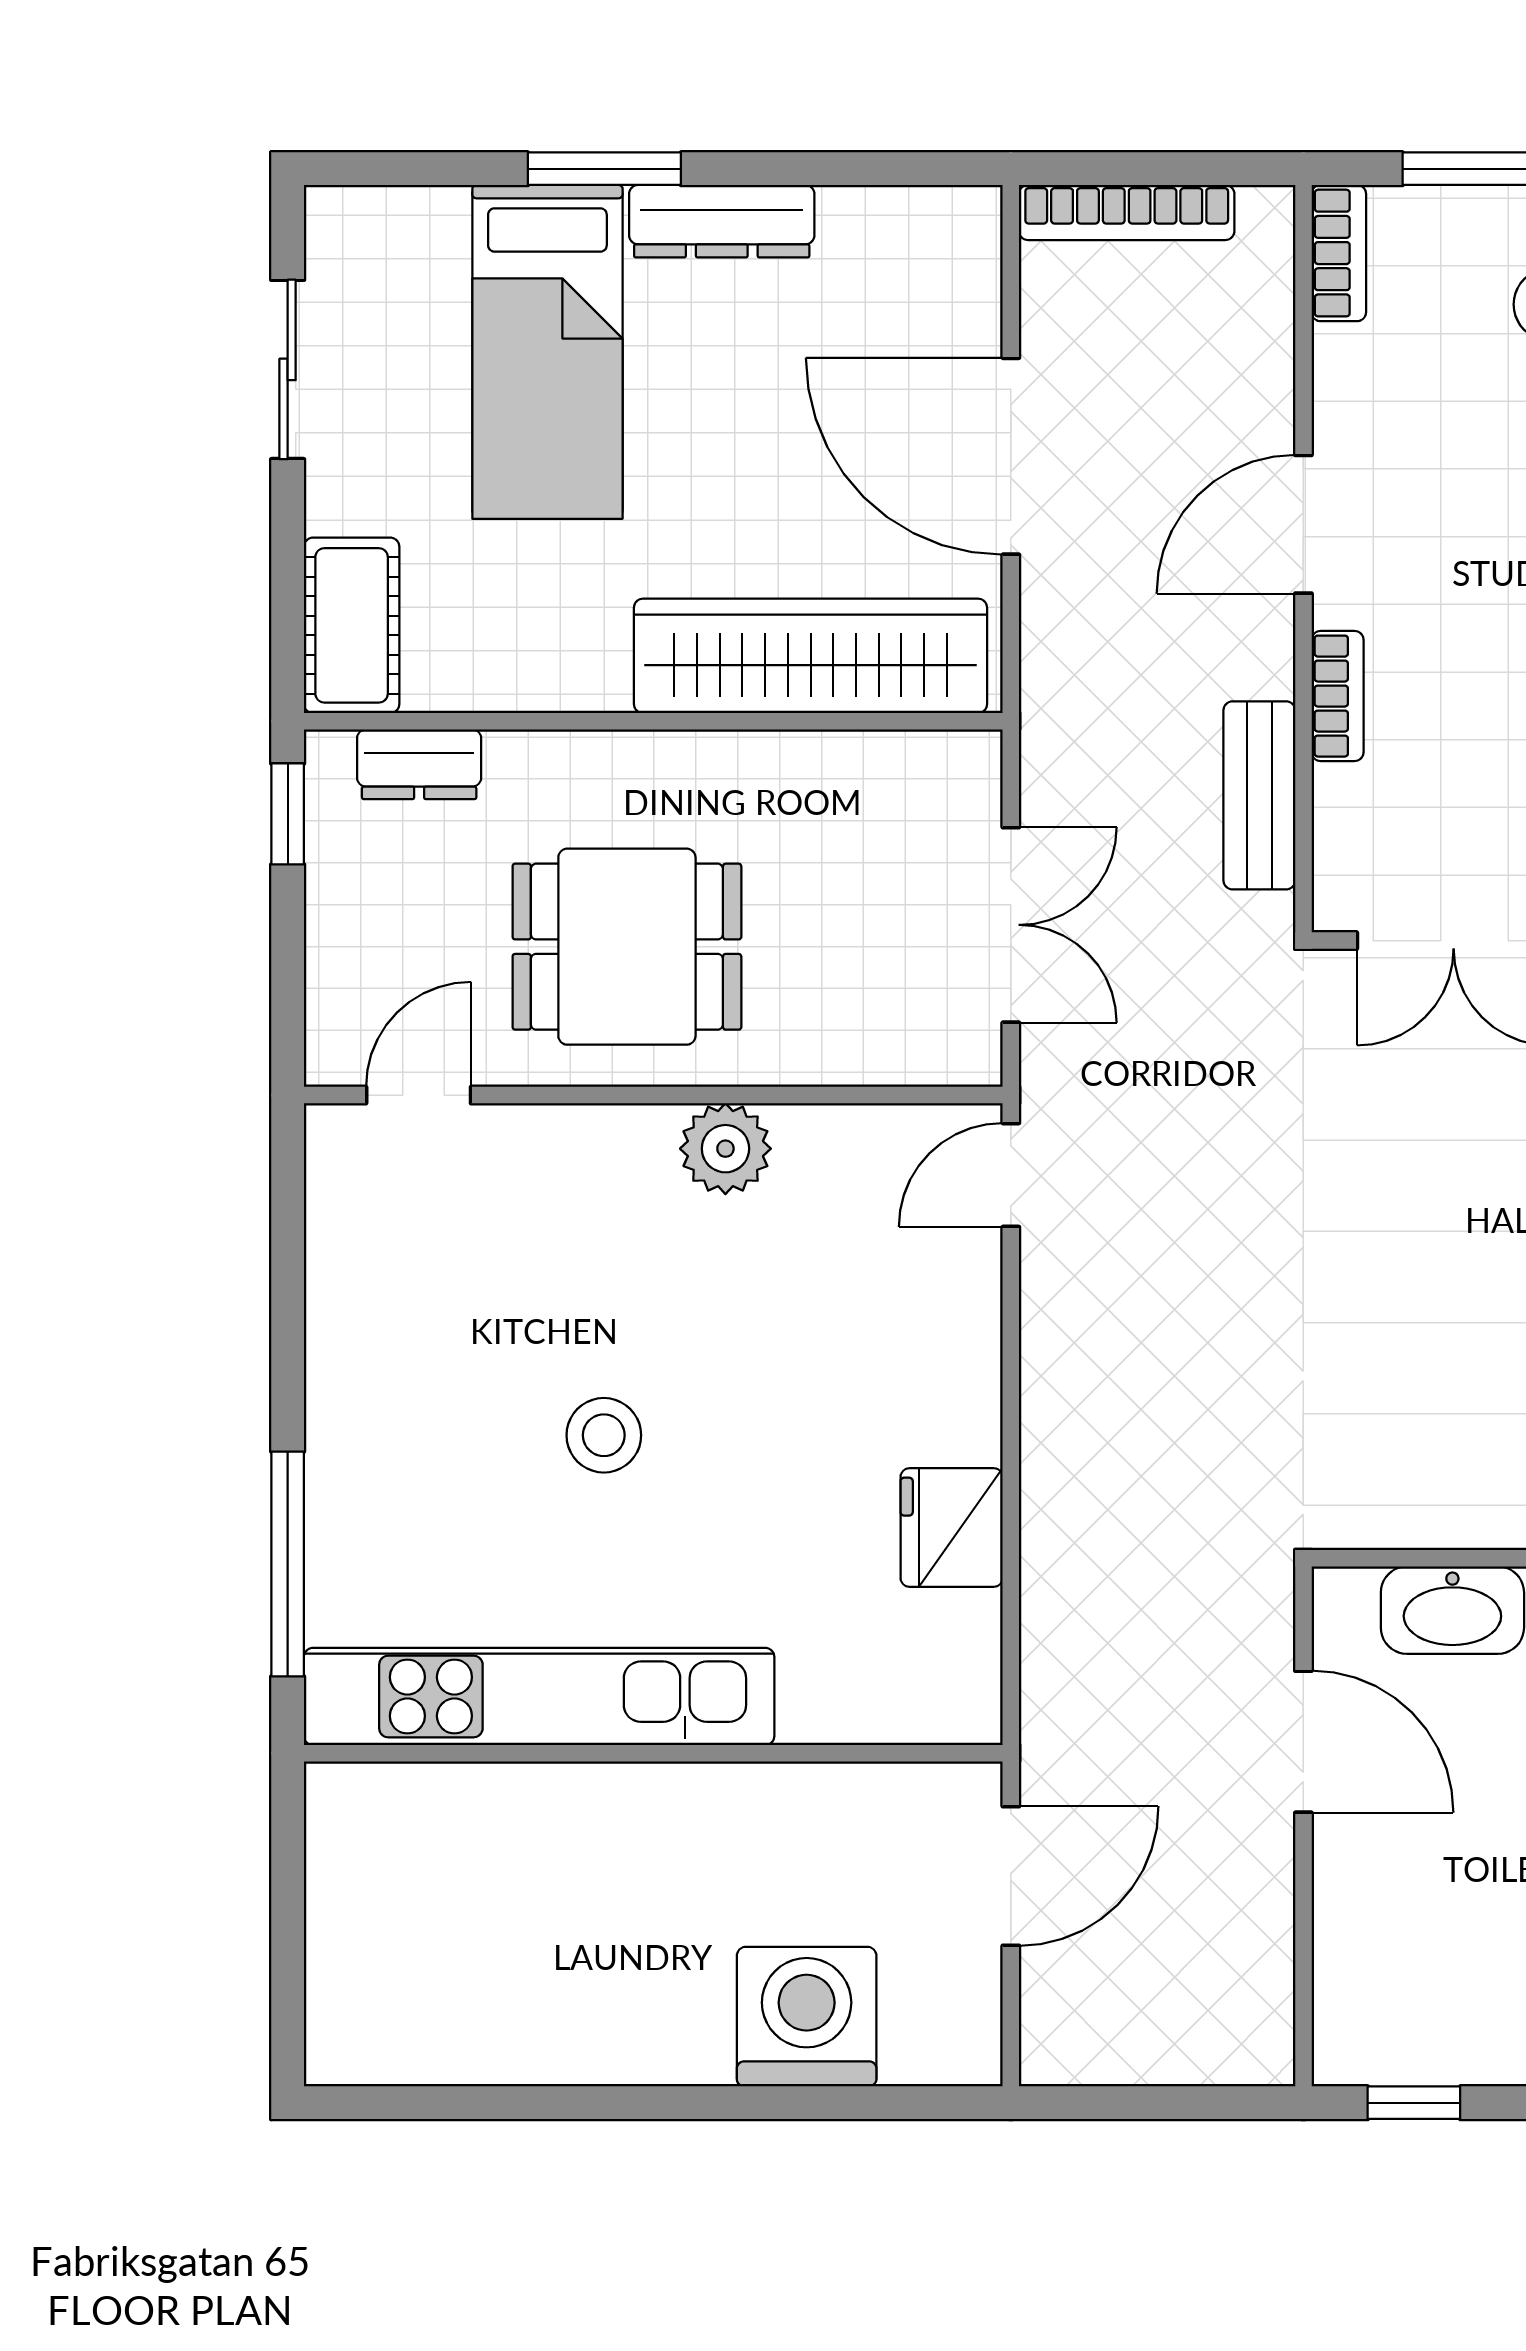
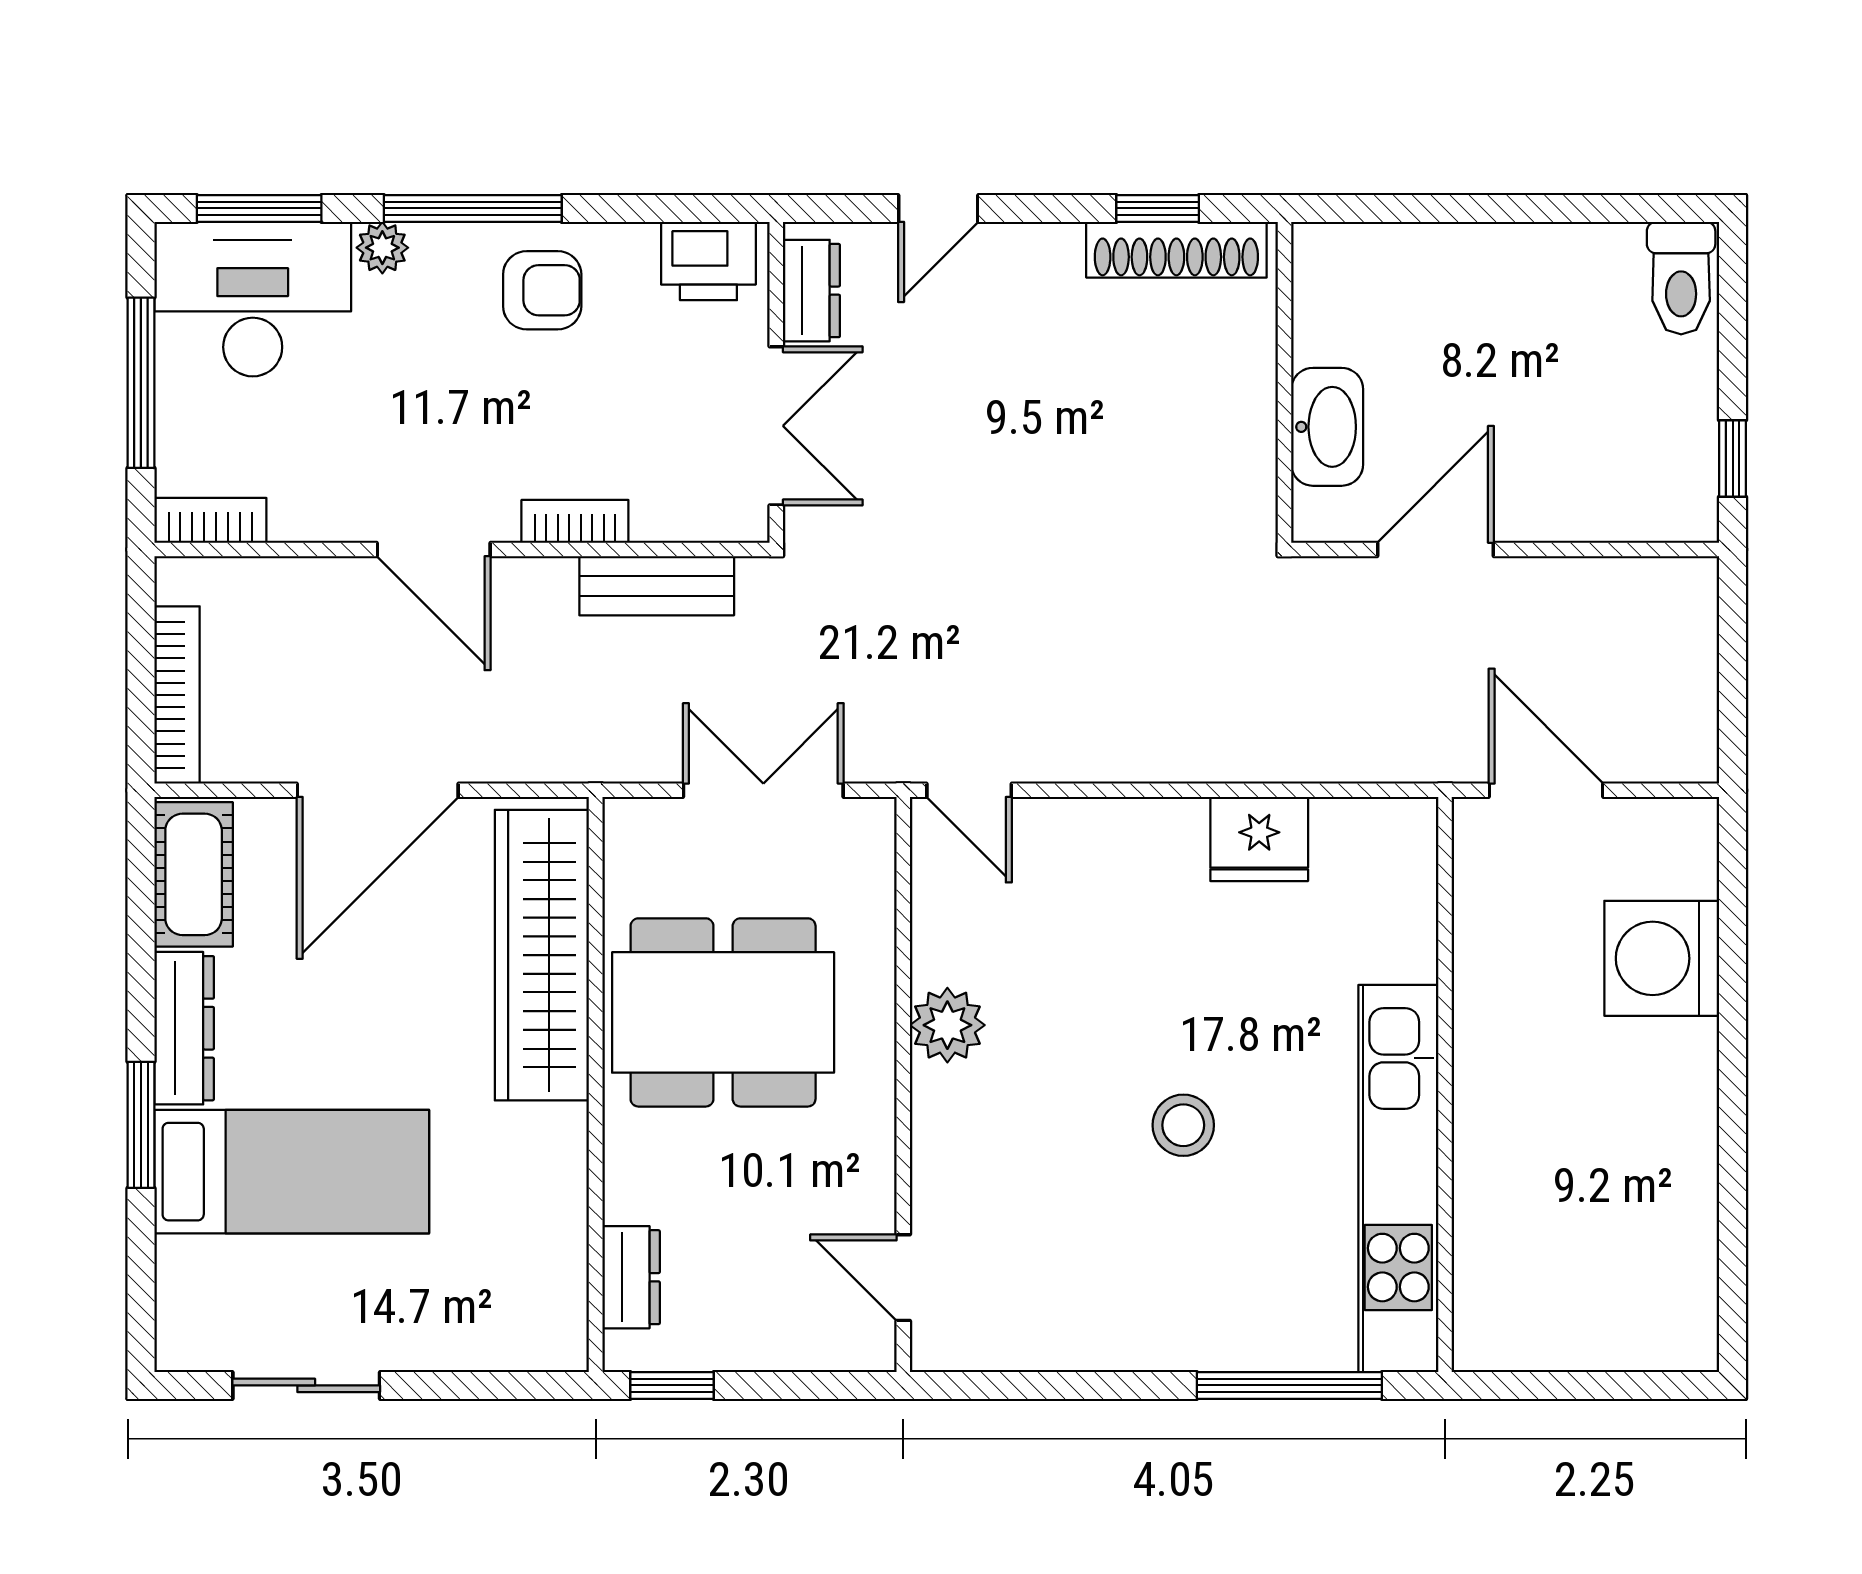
cot: (352, 625) -> (194, 874), moved, turned 90
dining table: (627, 947) -> (723, 1012), moved, width x1.37

